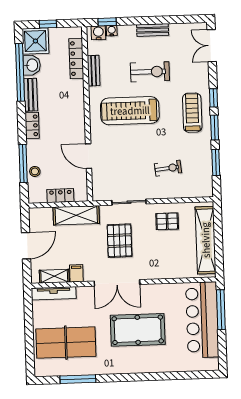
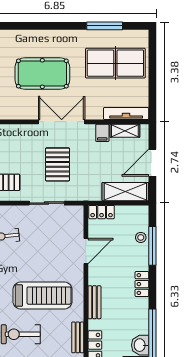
bench: (31, 95) -> (94, 302), moved
door: (89, 156) -> (86, 251), hinge flipped
locker: (60, 196) -> (102, 212), moved
shelving: (76, 215) -> (125, 192), moved

